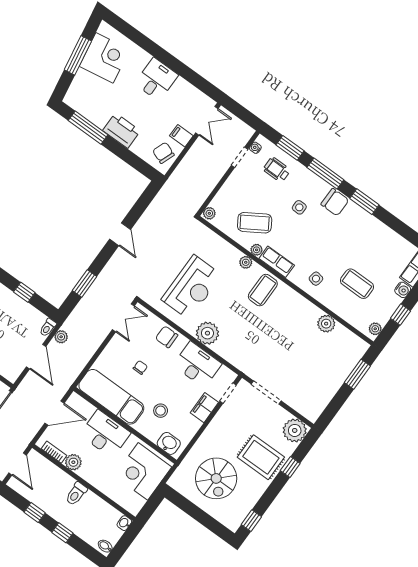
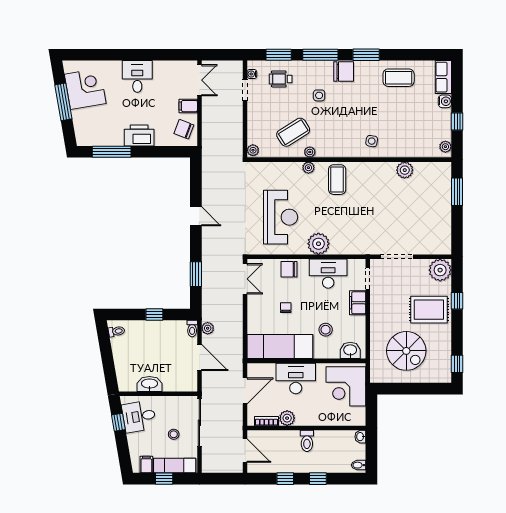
row of seats: (277, 262) -> (332, 150), removed
coffee table: (357, 284) -> (399, 78), moved

